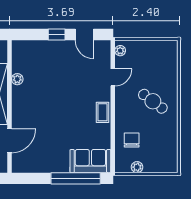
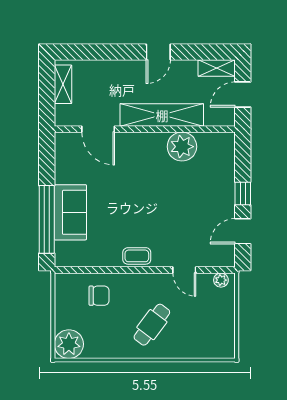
plant: (17, 79) -> (182, 147), width x1.87, depth x1.87
sofa: (90, 161) -> (70, 212), moved
plant: (137, 167) -> (69, 344), moved, width x1.88, depth x1.88

